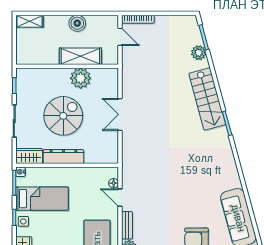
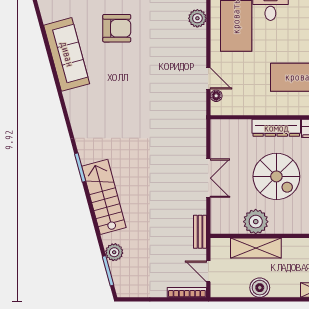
spiral stairs: (63, 116) -> (276, 176), turned -90
bench: (127, 225) -> (200, 232), moved

